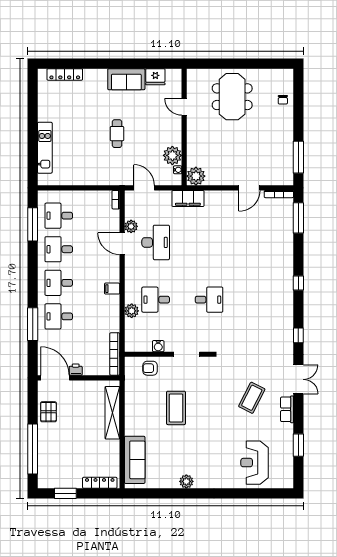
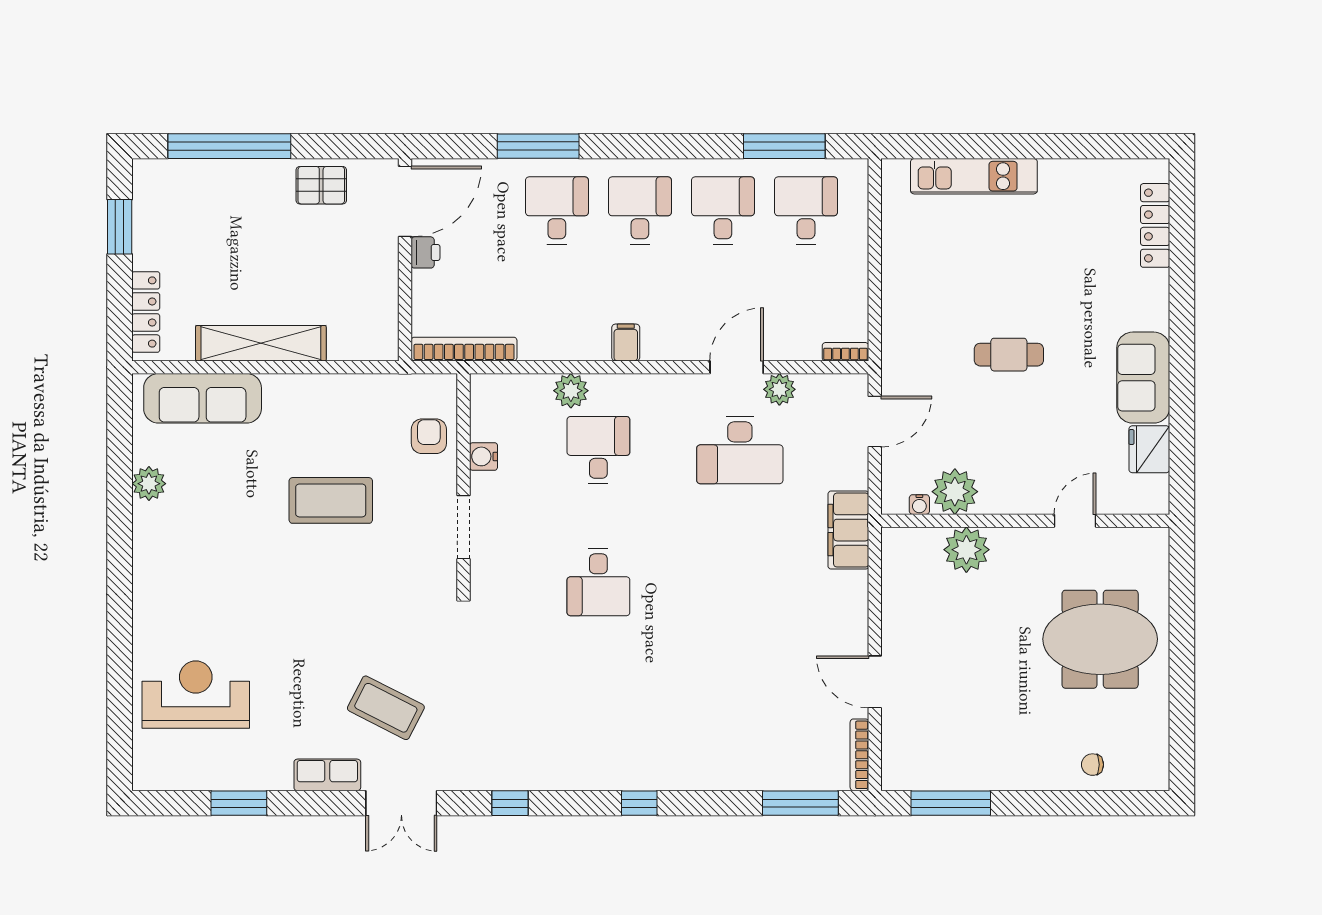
plant: (196, 176) -> (966, 550), moved
coffee table: (252, 398) -> (386, 708), moved
shelving: (112, 413) -> (261, 343), moved
plant: (186, 481) -> (149, 484), moved

